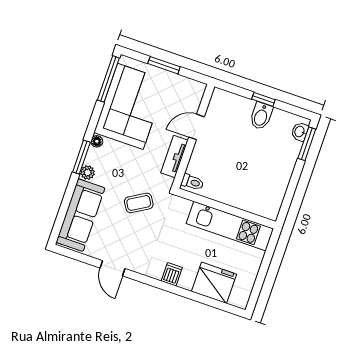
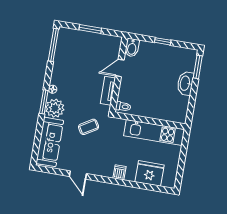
corner sofa: (130, 106) -> (72, 61), removed
bidet: (261, 116) -> (132, 48), moved
washbasin: (300, 132) -> (185, 83), moved, width x1.91, depth x1.45
plant: (88, 173) -> (55, 108), width x1.88, depth x1.88

